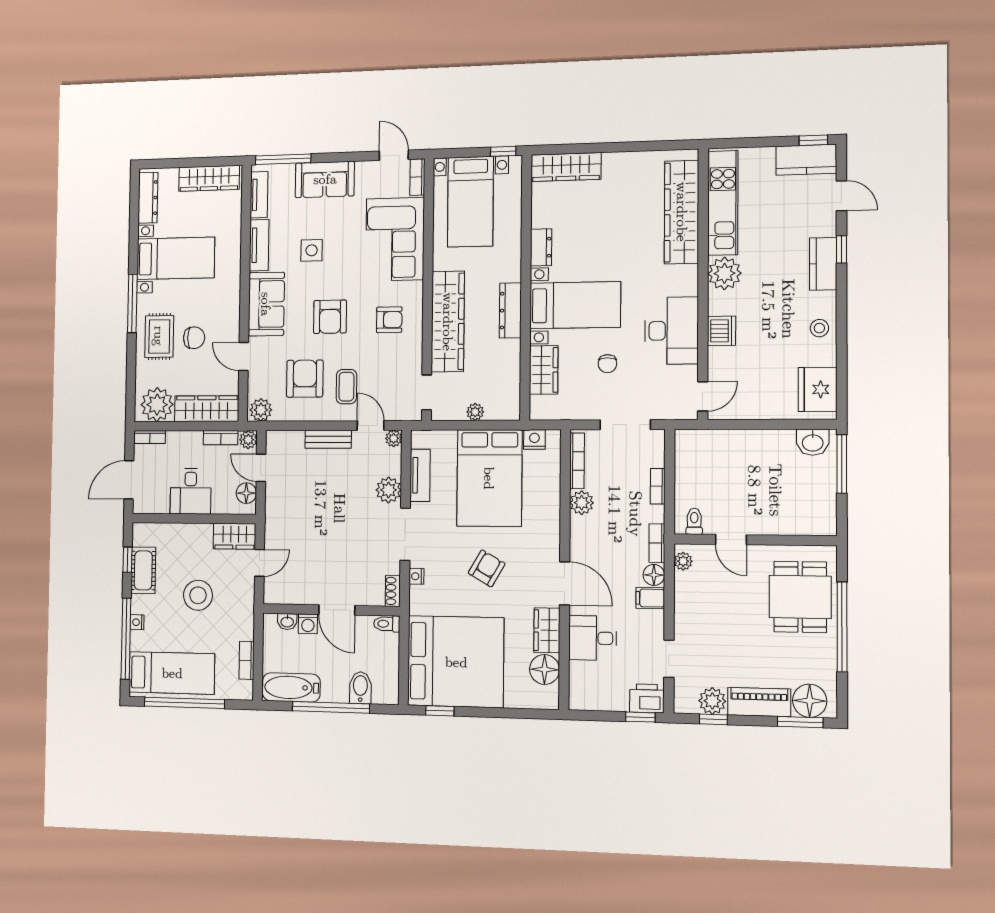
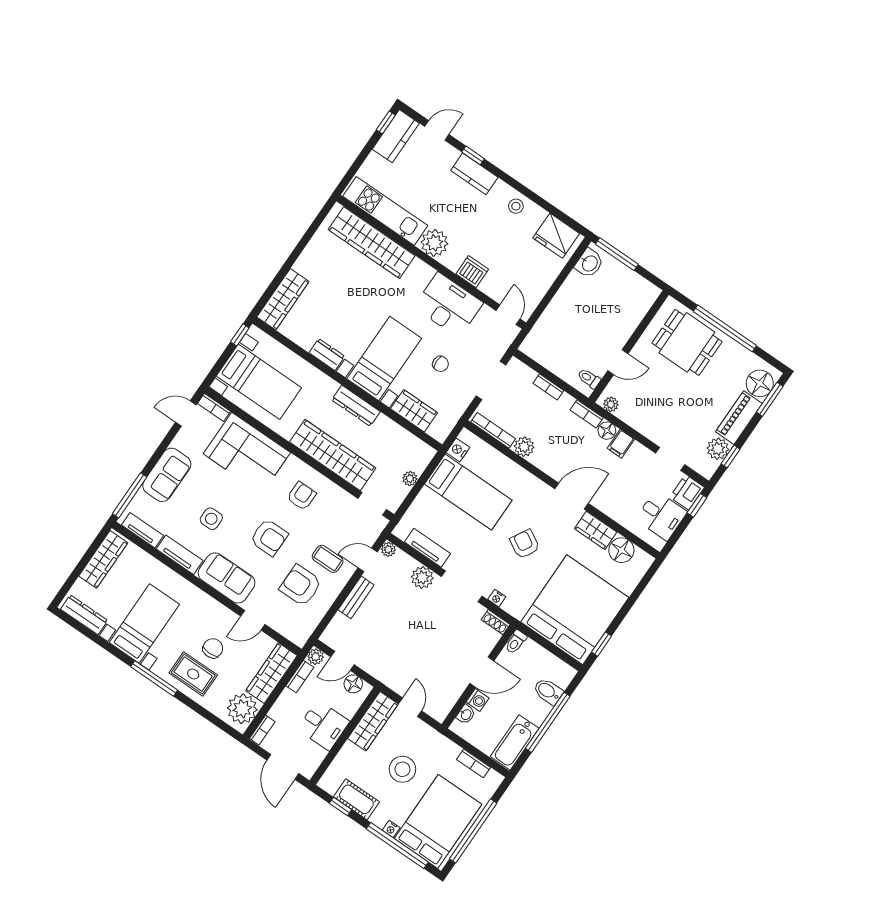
plant: (261, 410) -> (301, 633), removed
bed: (489, 478) -> (468, 492), width x0.67
wardrobe: (235, 536) -> (373, 721), width x1.50
desk: (593, 638) -> (661, 516), moved, turned -90
bed: (172, 673) -> (438, 821), width x1.50

